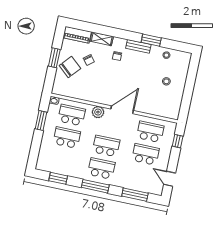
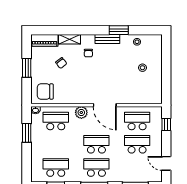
chair: (70, 67) -> (45, 91), moved, turned -131
door: (122, 110) -> (105, 105), swing flipped
school desk: (67, 138) -> (56, 168), moved

